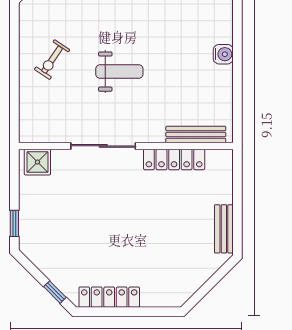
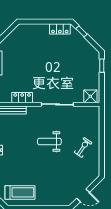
locker: (174, 159) -> (22, 98), width x0.66
locker: (109, 297) -> (60, 29), width x0.66

